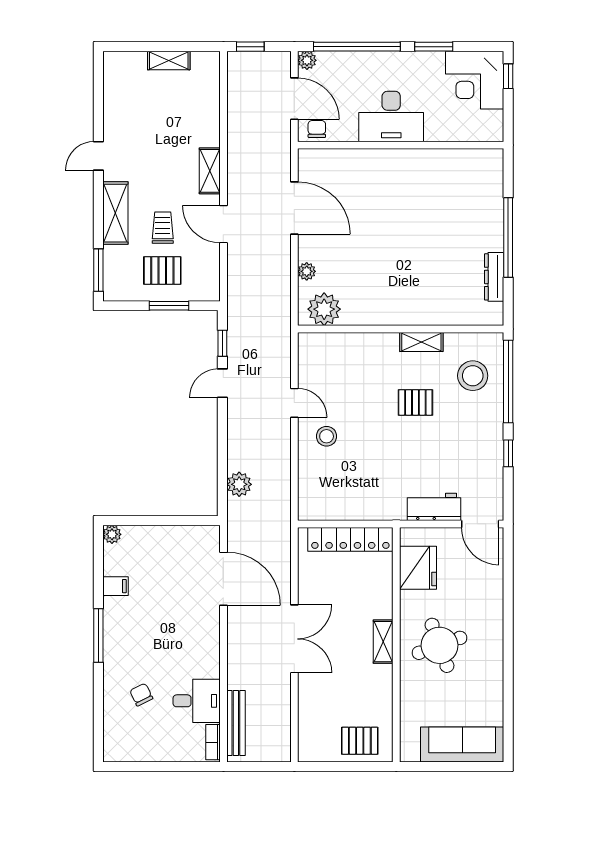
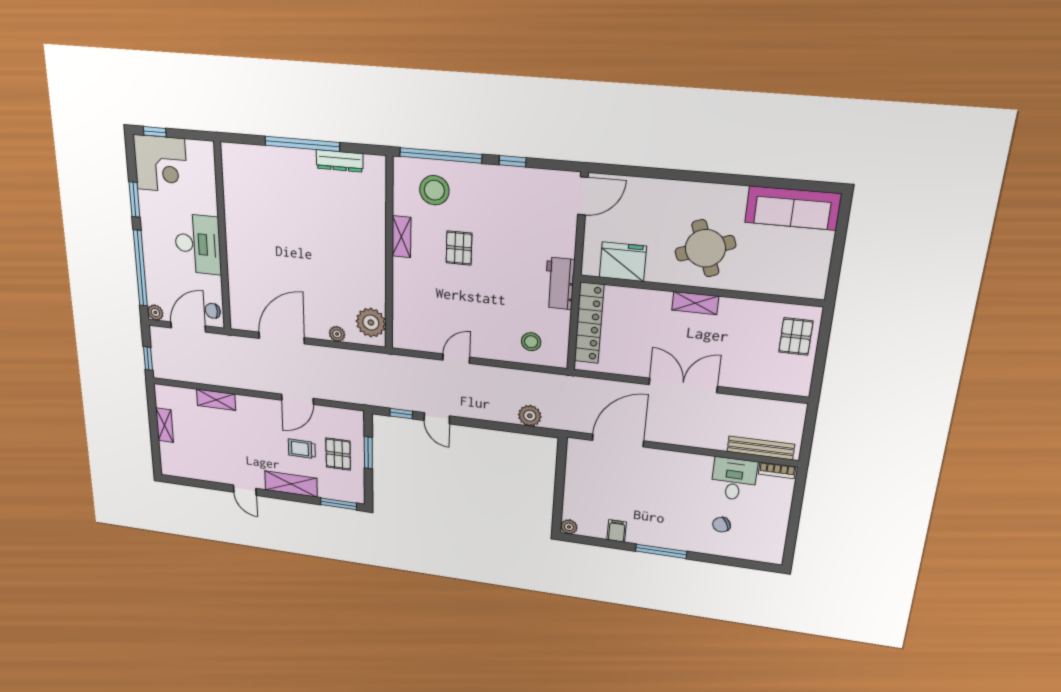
shelving: (210, 171) -> (216, 400), moved
stool: (327, 436) -> (531, 342), moved
workbench: (434, 507) -> (560, 283), moved
sofa: (462, 744) -> (793, 208), moved, turned -90

